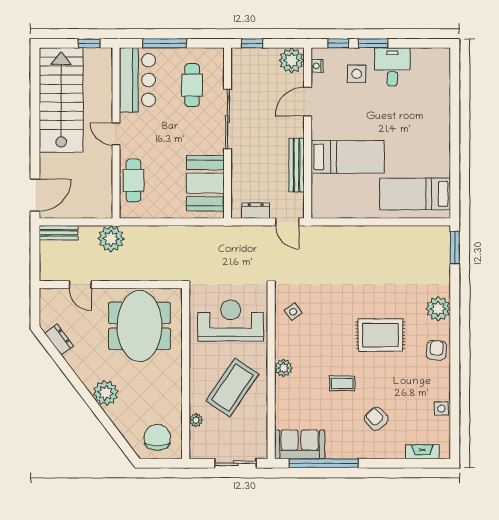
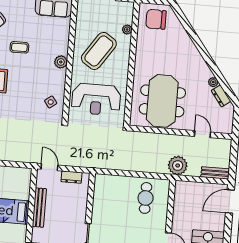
cafe table: (133, 180) -> (146, 198), moved
booth: (205, 183) -> (106, 200), removed
plant: (106, 393) -> (213, 82), moved, width x0.53, depth x0.53
chair: (157, 437) -> (156, 19), turned 90

